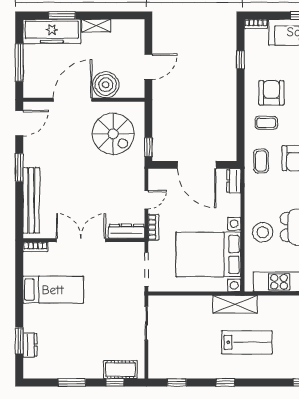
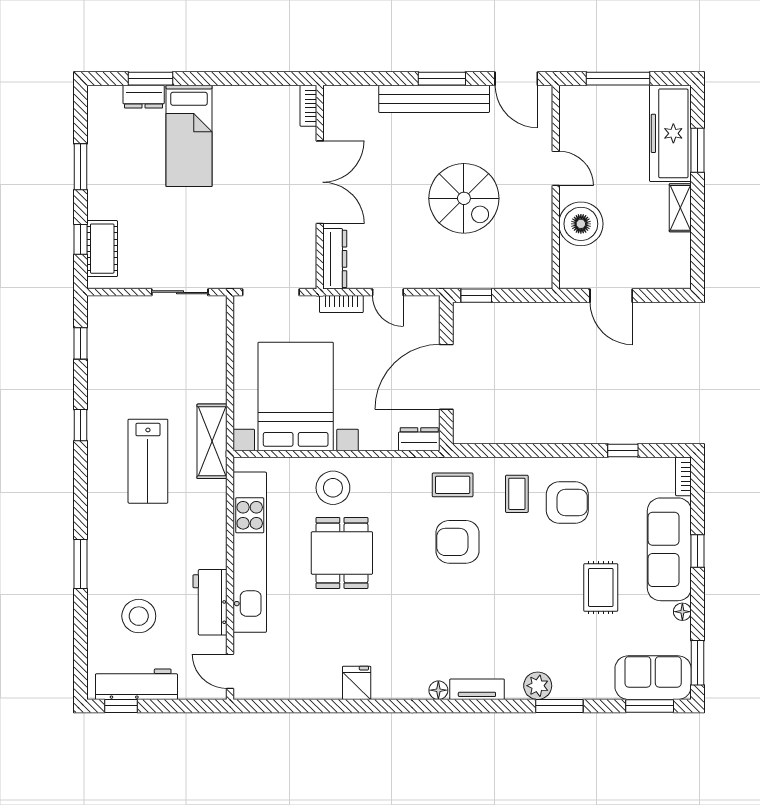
door: (73, 100) -> (556, 168), width x0.53
spiral stairs: (113, 134) -> (464, 198), moved, turned -90
bench: (31, 200) -> (434, 99), moved
bed: (53, 290) -> (189, 136), moved

